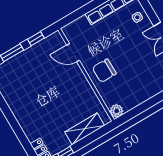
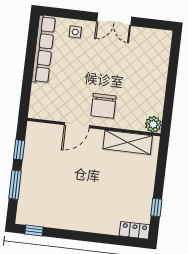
door: (73, 53) -> (77, 125), moved
shelving: (85, 129) -> (128, 142), moved, turned 90

